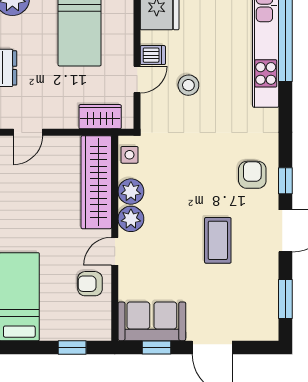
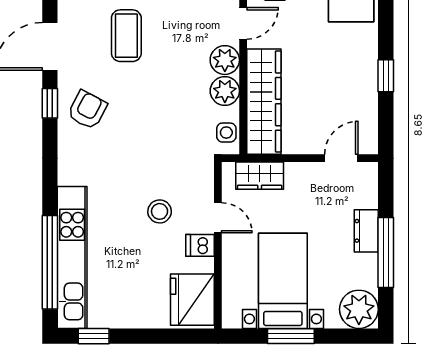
door: (137, 79) -> (218, 218), swing flipped
armchair: (252, 175) -> (87, 110), turned -152

